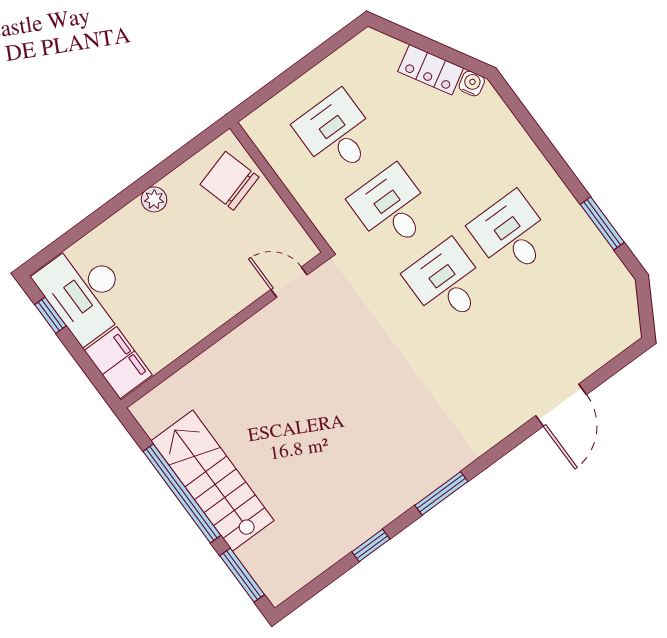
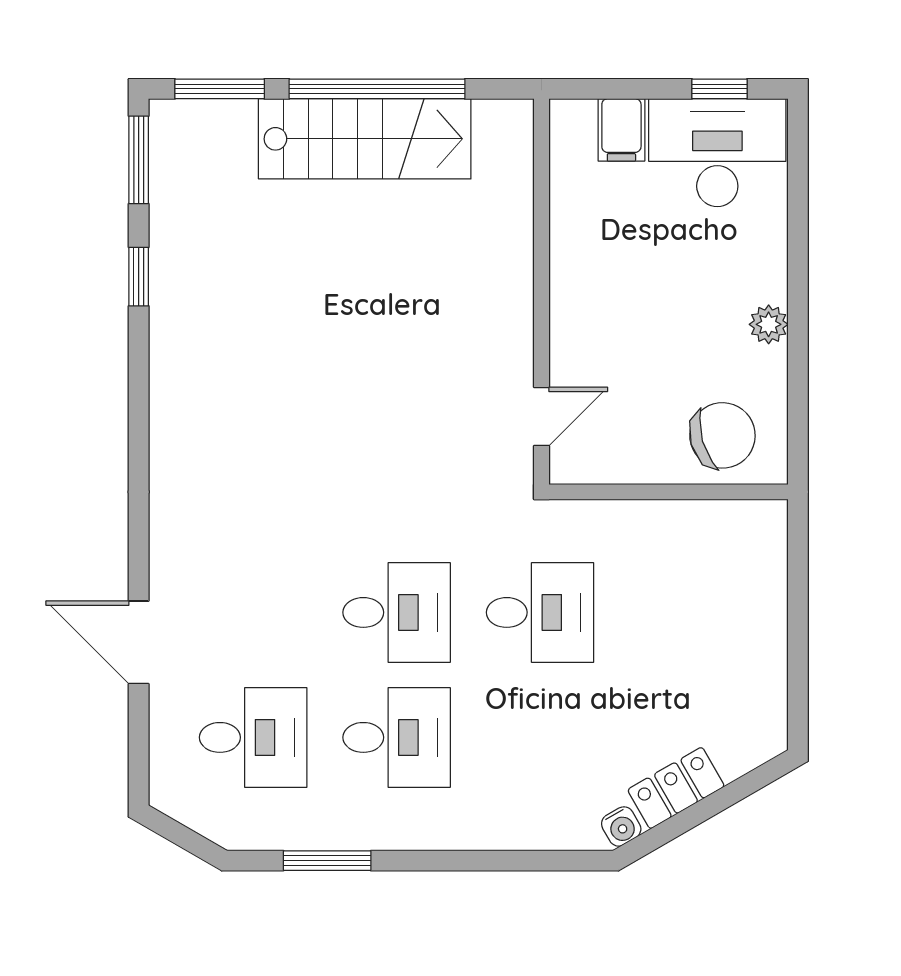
desk: (337, 133) -> (253, 737), moved
filing cabinet: (118, 363) -> (621, 130), width x0.50
window: (441, 493) -> (139, 160), moved

